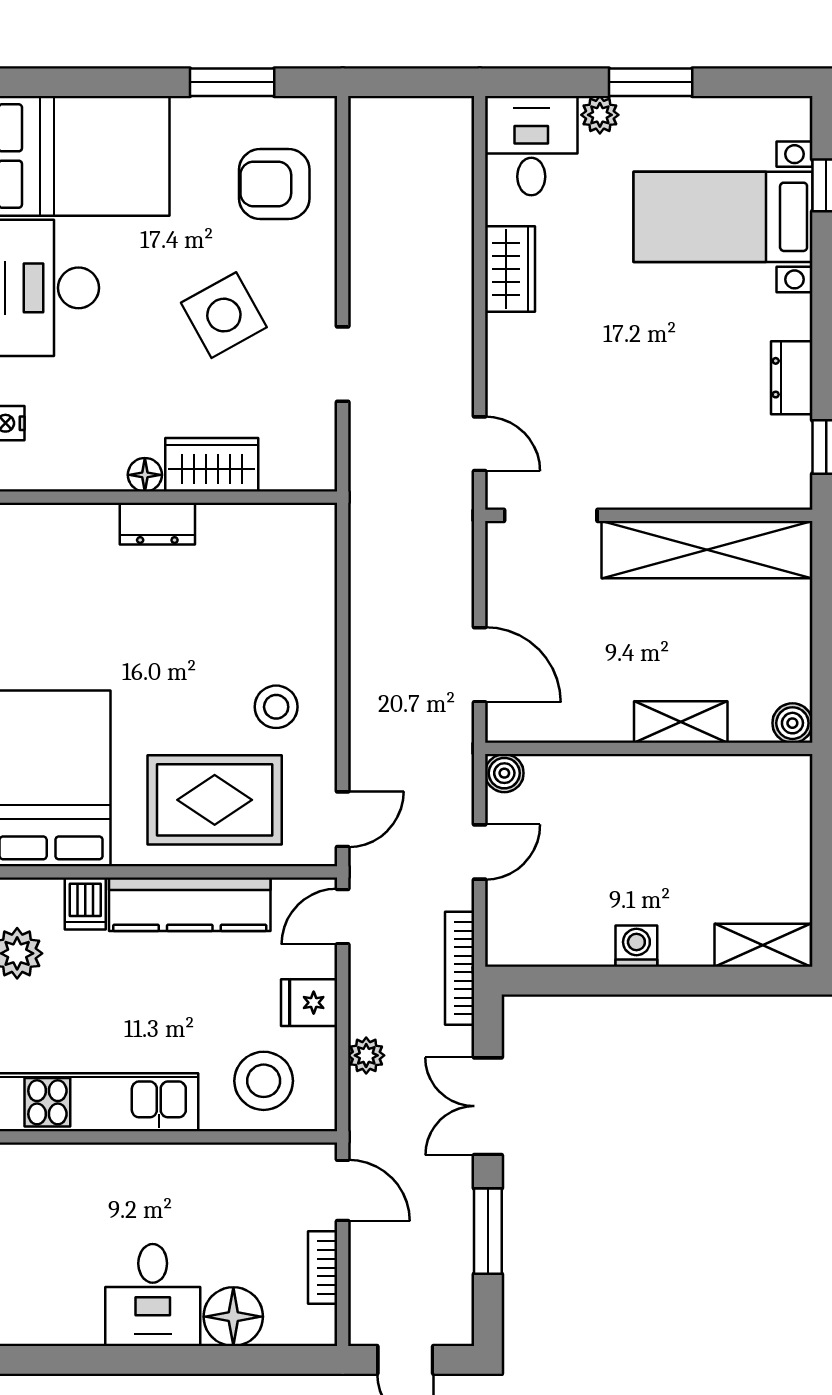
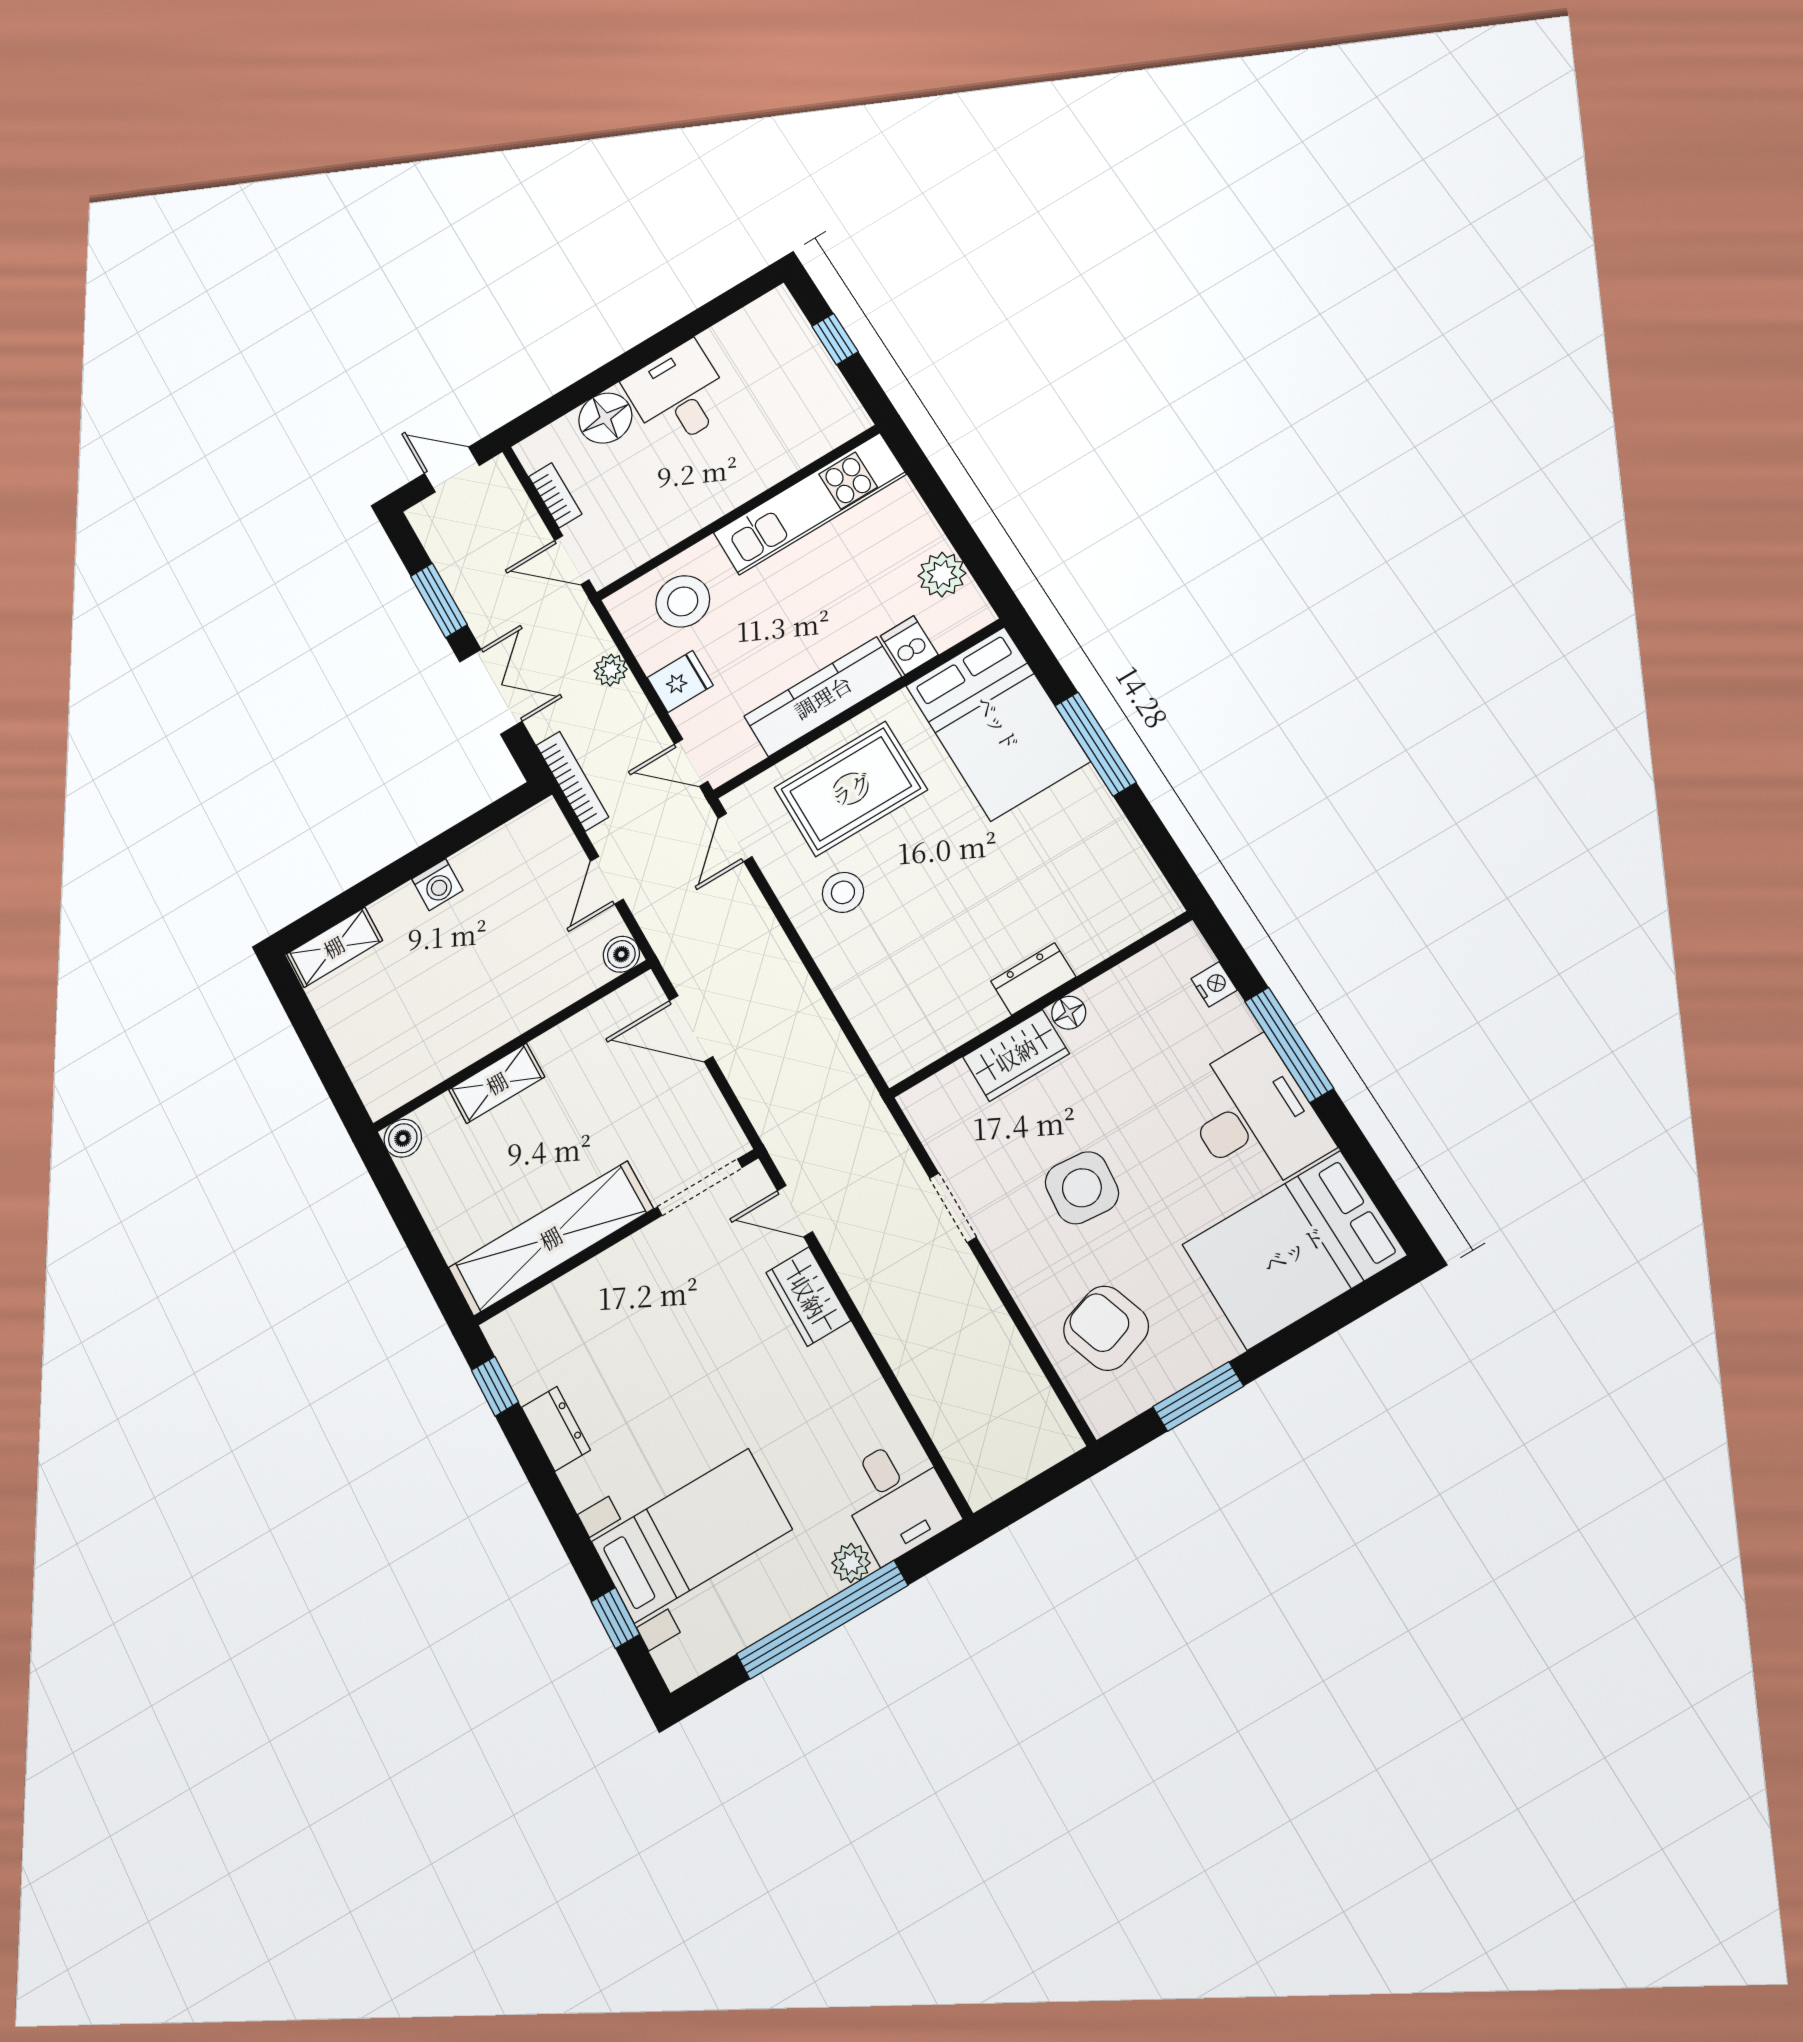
window: (651, 82) -> (822, 1620), width x2.11
armchair: (274, 184) -> (1106, 1328), turned -109
wardrobe: (510, 269) -> (808, 1297), moved
side table: (224, 315) -> (1082, 1188), turned 34
door: (343, 917) -> (691, 763), swing flipped

